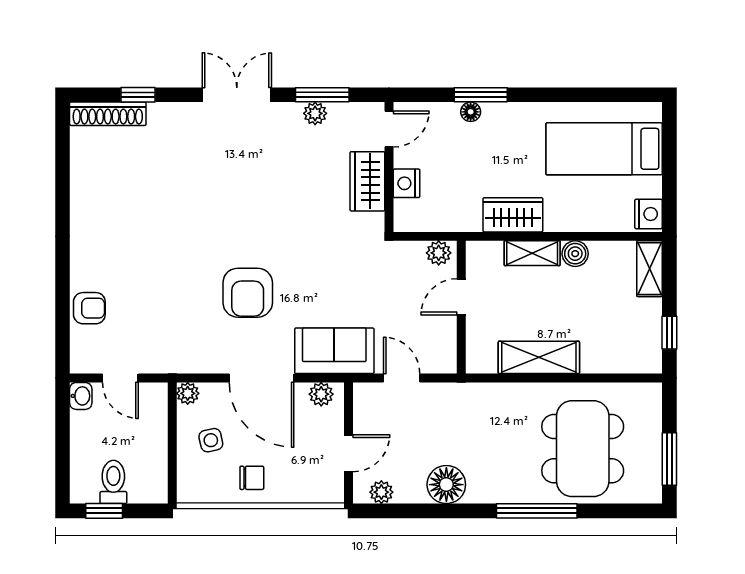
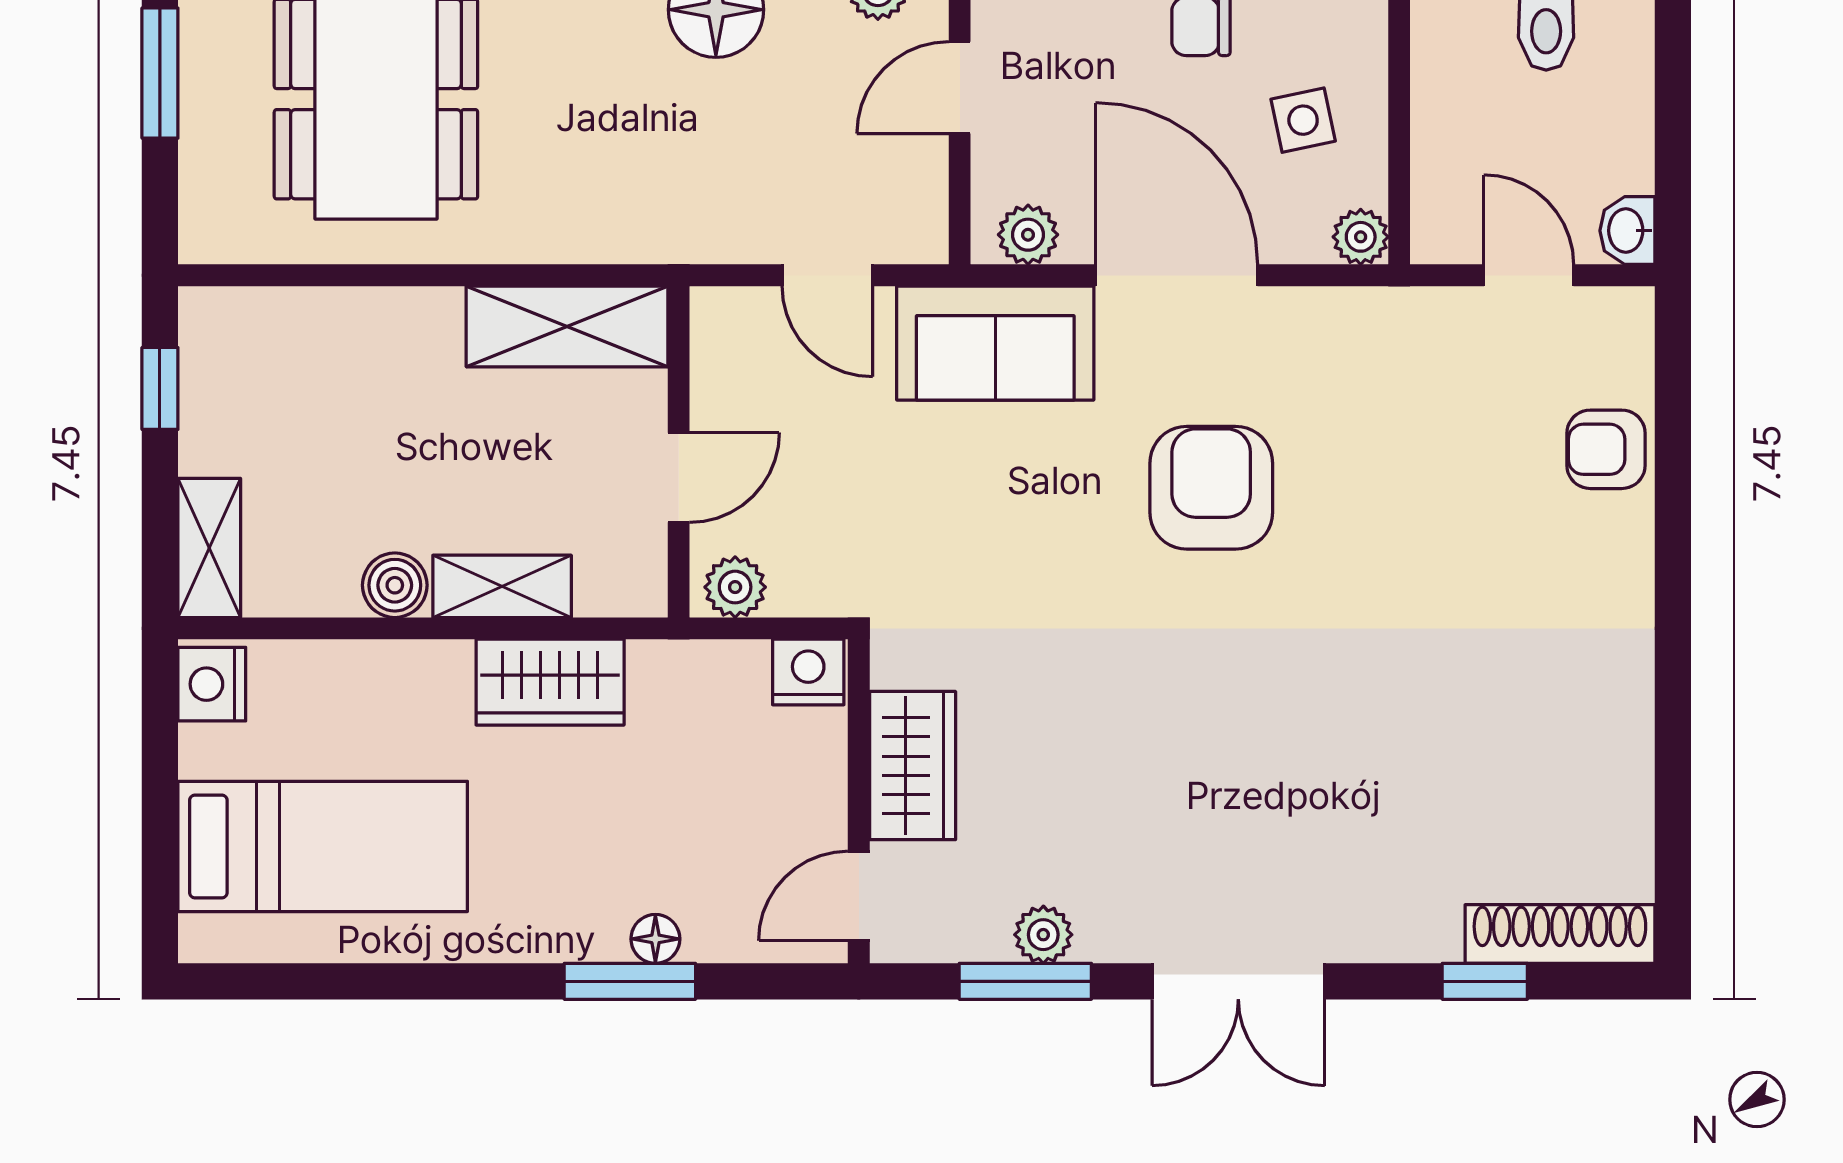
nightstand: (407, 183) -> (808, 672), moved, turned -90
shelving: (539, 357) -> (567, 326), moved

